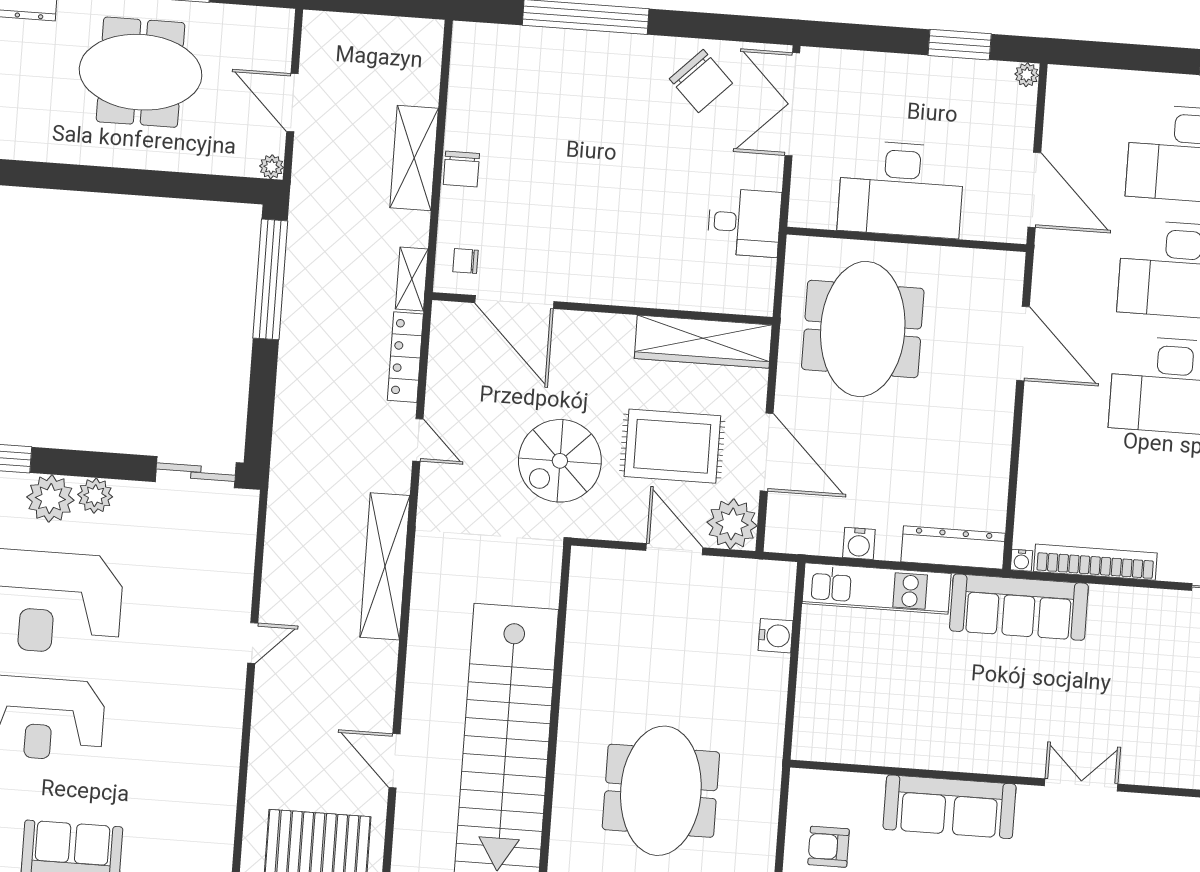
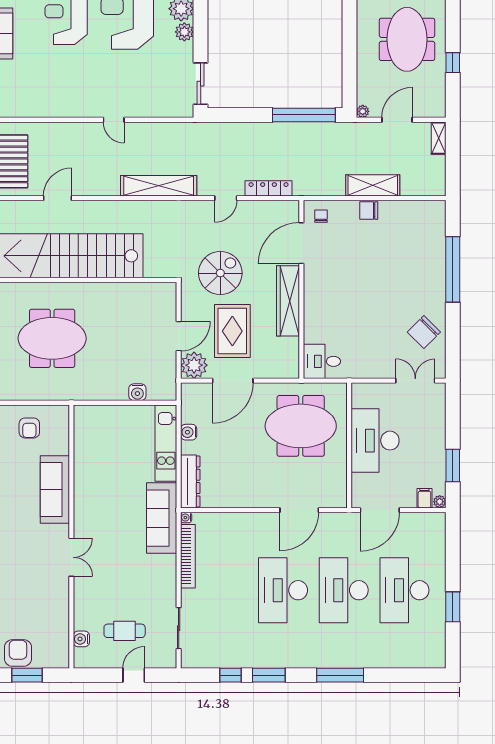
filing cabinet: (1018, 103) -> (424, 498), added
double door: (792, 104) -> (415, 381), width x0.73
desk: (744, 223) -> (322, 361), moved, turned 90
shelving: (412, 279) -> (439, 138), moved, turned 90
wardrobe: (703, 342) -> (288, 301), moved
spiral stairs: (560, 461) -> (220, 273), turned 90
armchair: (829, 847) -> (29, 428), turned 180

